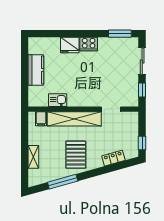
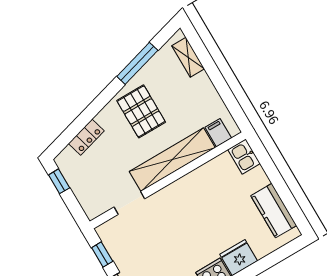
kitchen counter: (36, 70) -> (274, 211), moved
kitchen sink: (58, 100) -> (244, 157), moved, turned 90
shelving: (33, 157) -> (188, 57), moved

